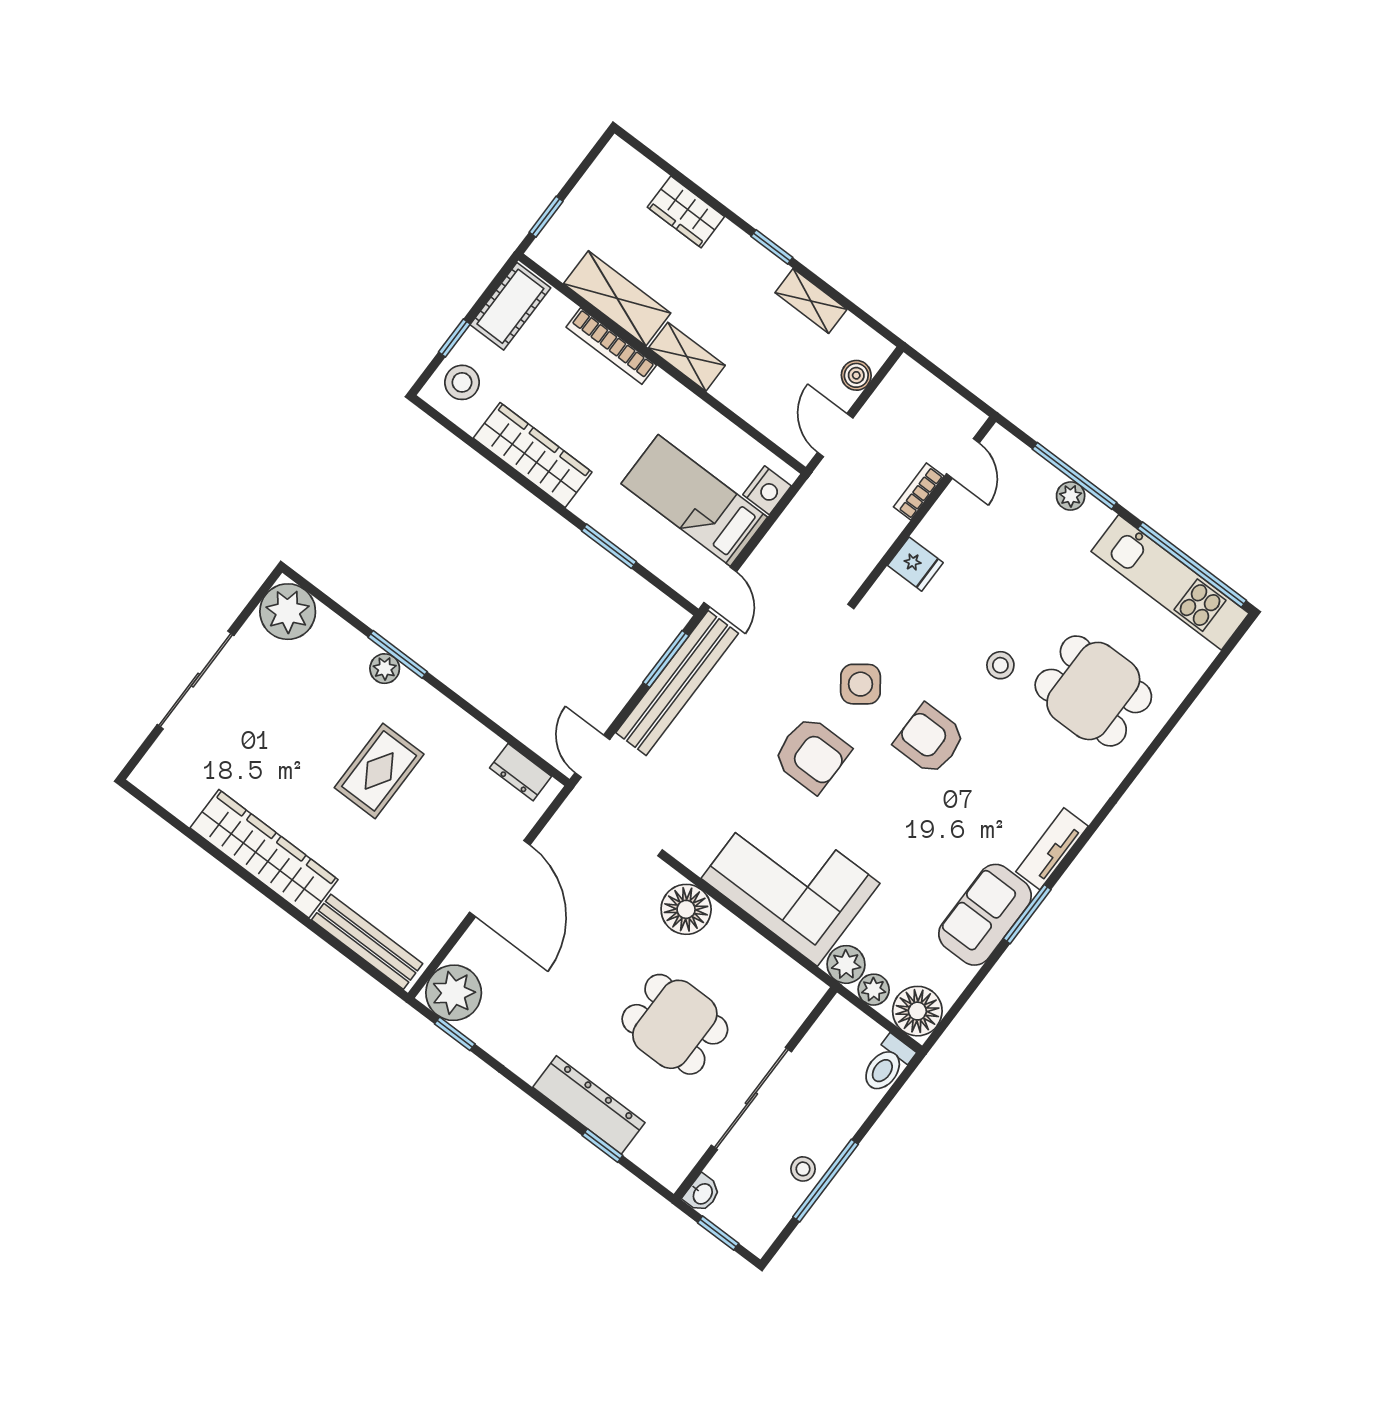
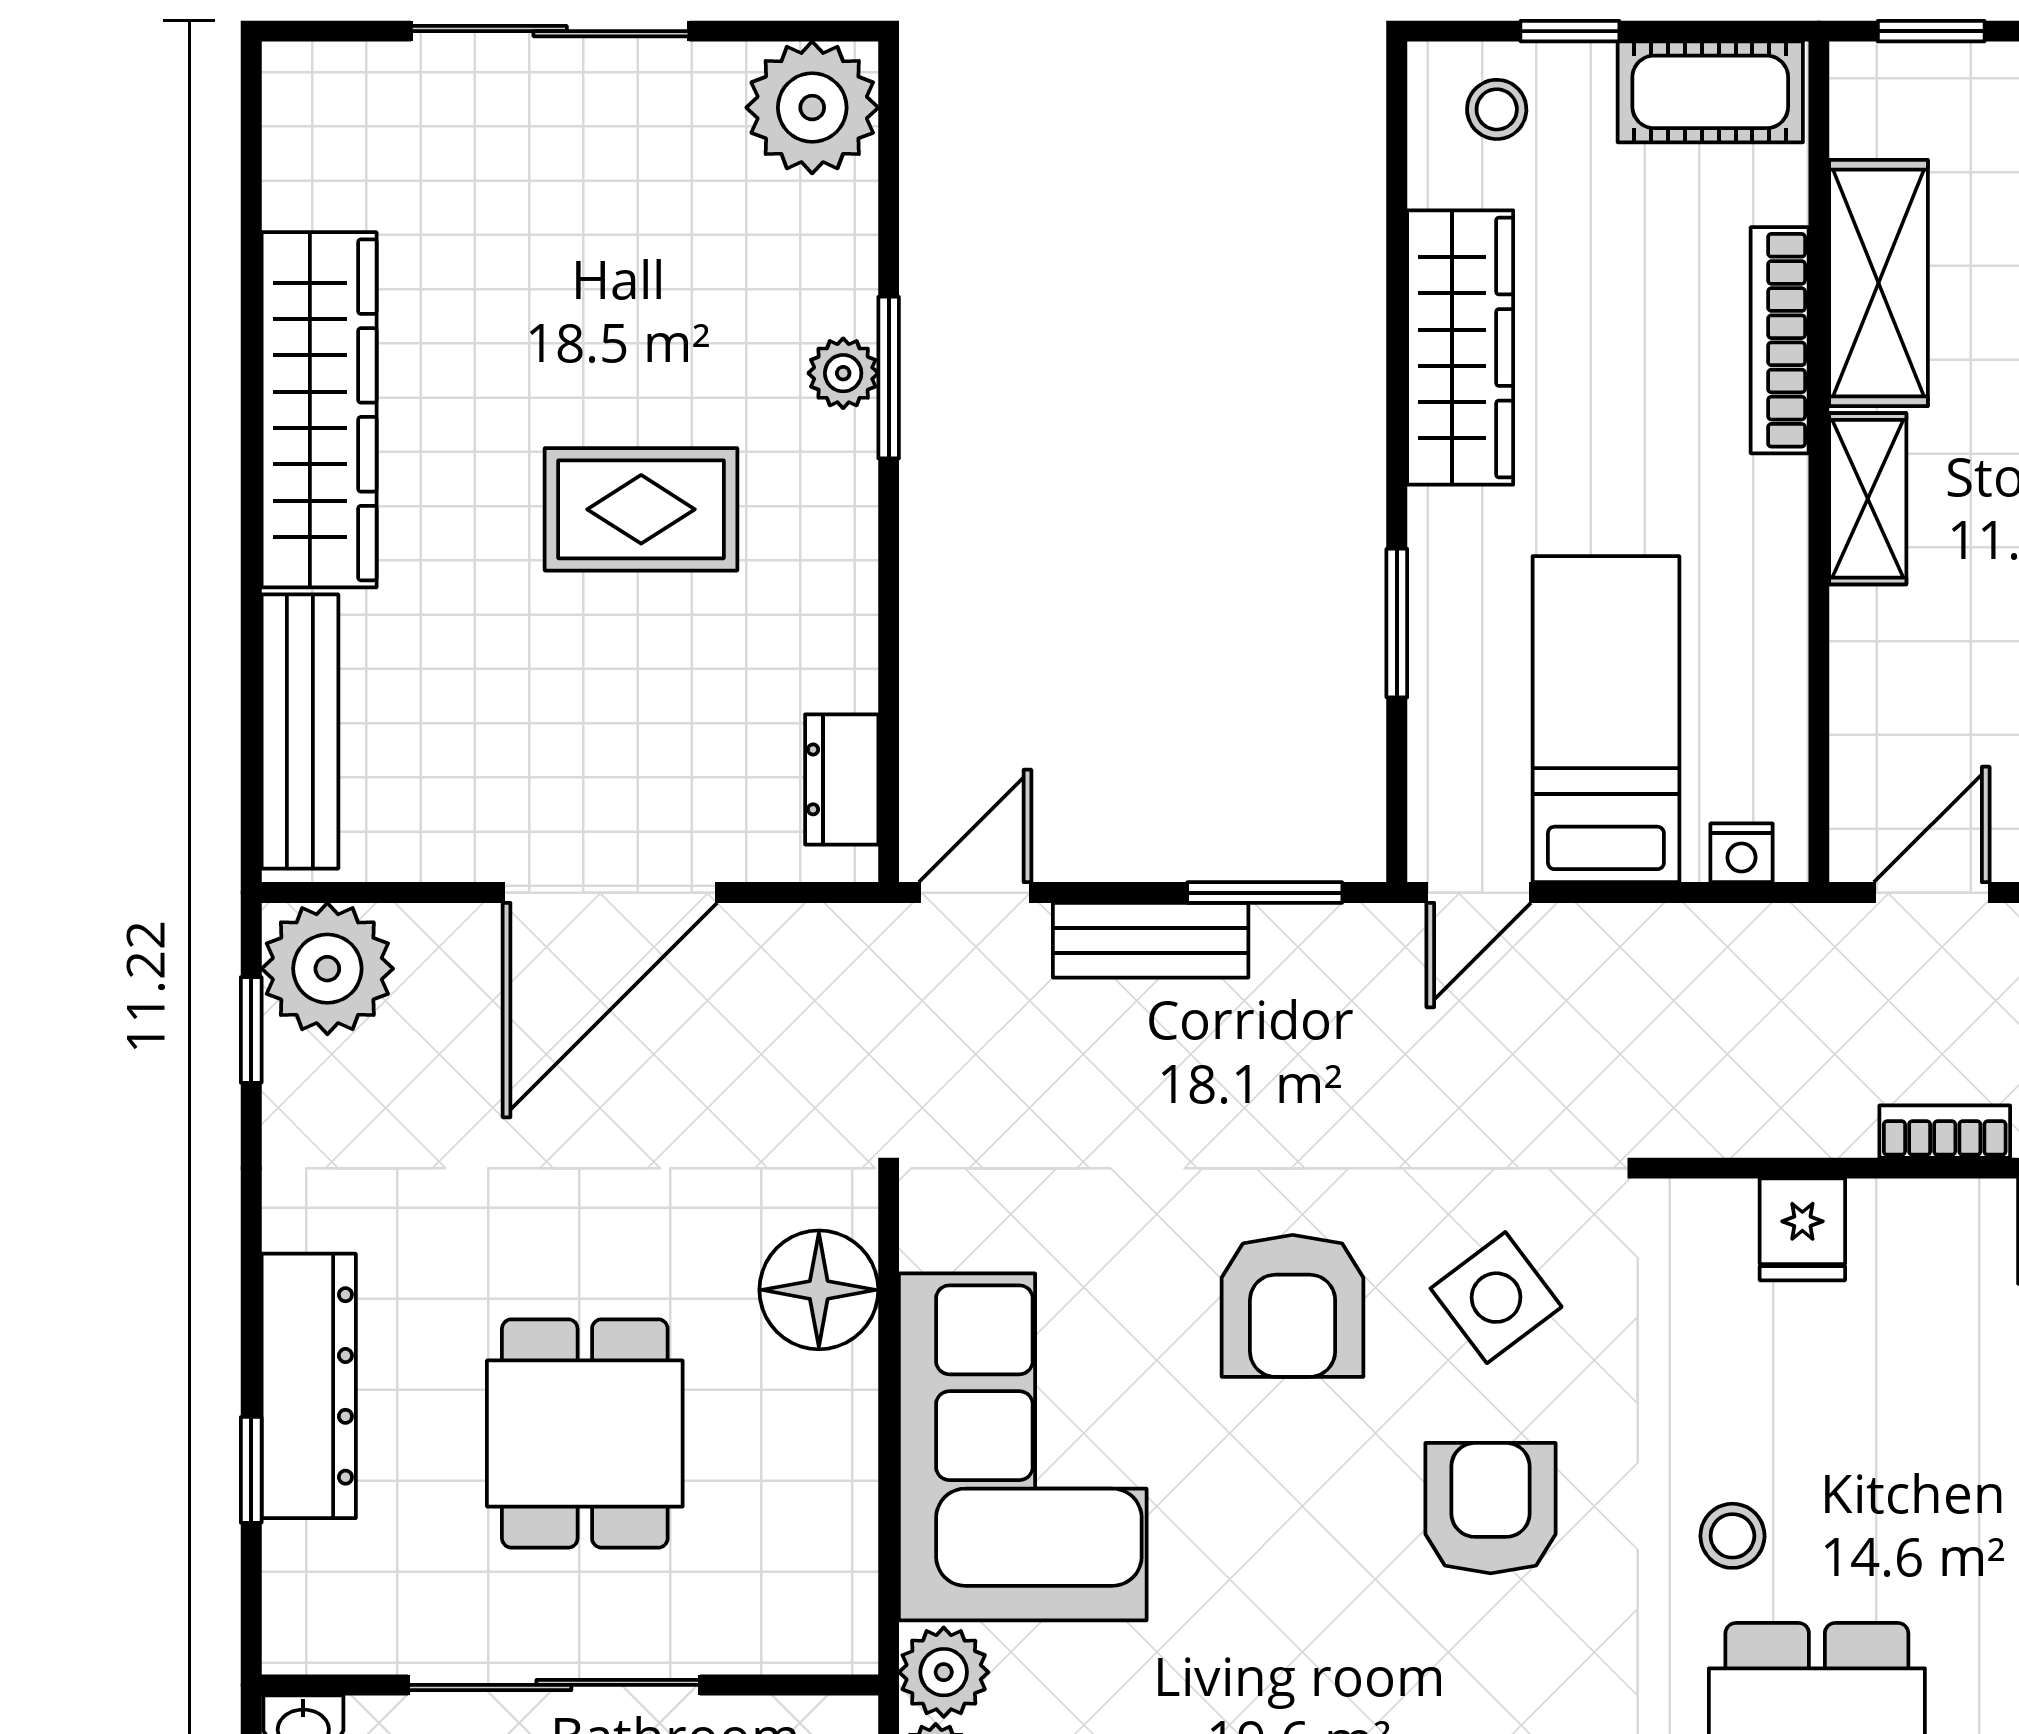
stool: (462, 382) -> (1497, 109), width x0.73, depth x0.73
nightstand: (767, 490) -> (1742, 853), width x0.72, depth x0.74
bench: (677, 683) -> (1151, 940), width x0.54, depth x0.82

